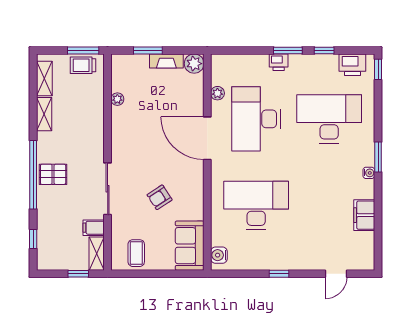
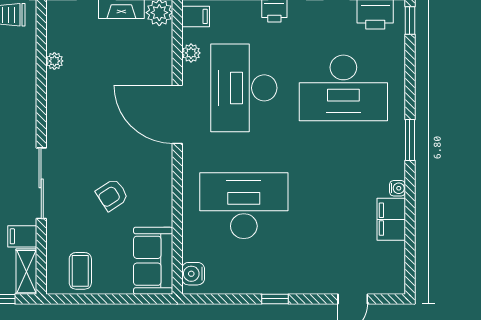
filing cabinet: (221, 66) -> (196, 16), added
desk: (329, 119) -> (343, 88), turned 180
water cooler: (369, 173) -> (397, 188), moved

